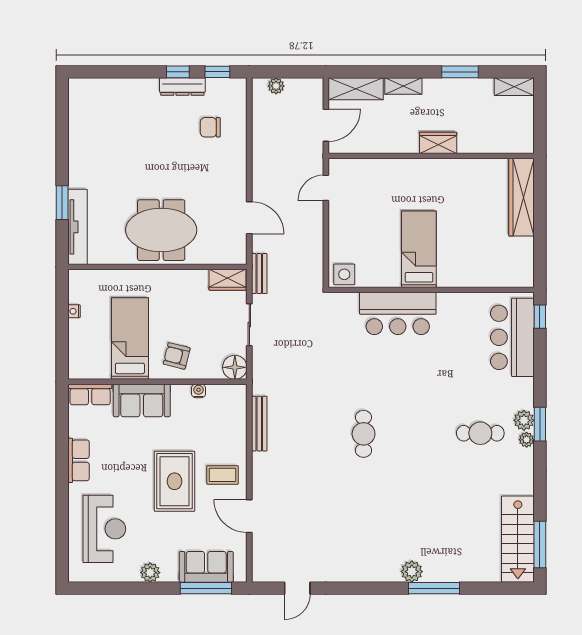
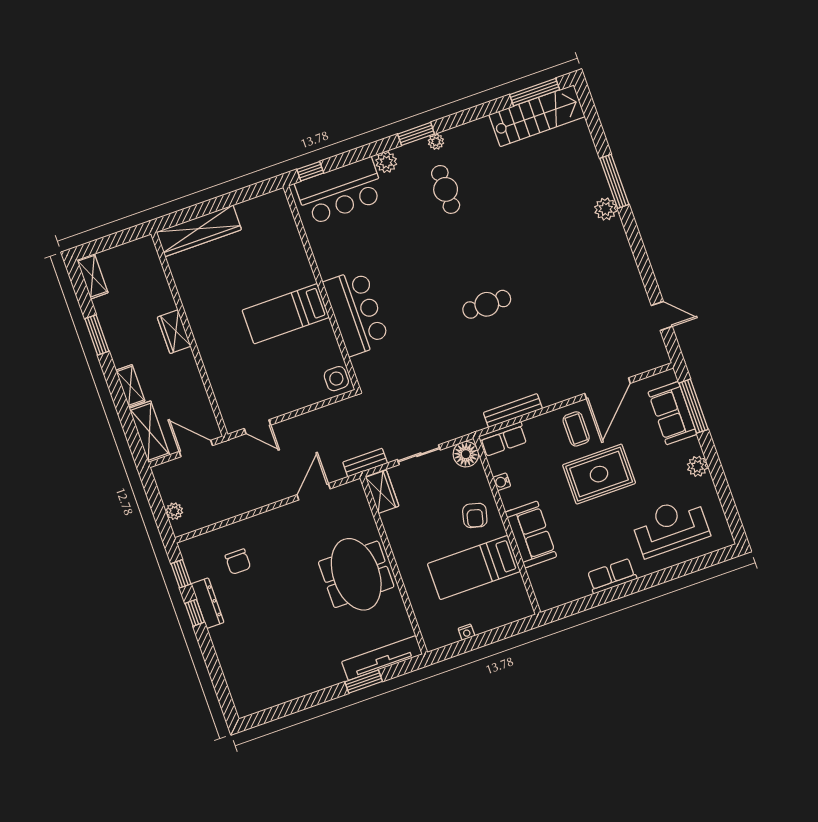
row of seats: (90, 394) -> (503, 439), moved, turned 90
plant: (524, 420) -> (386, 162), moved
door: (249, 516) -> (607, 388), width x1.36

